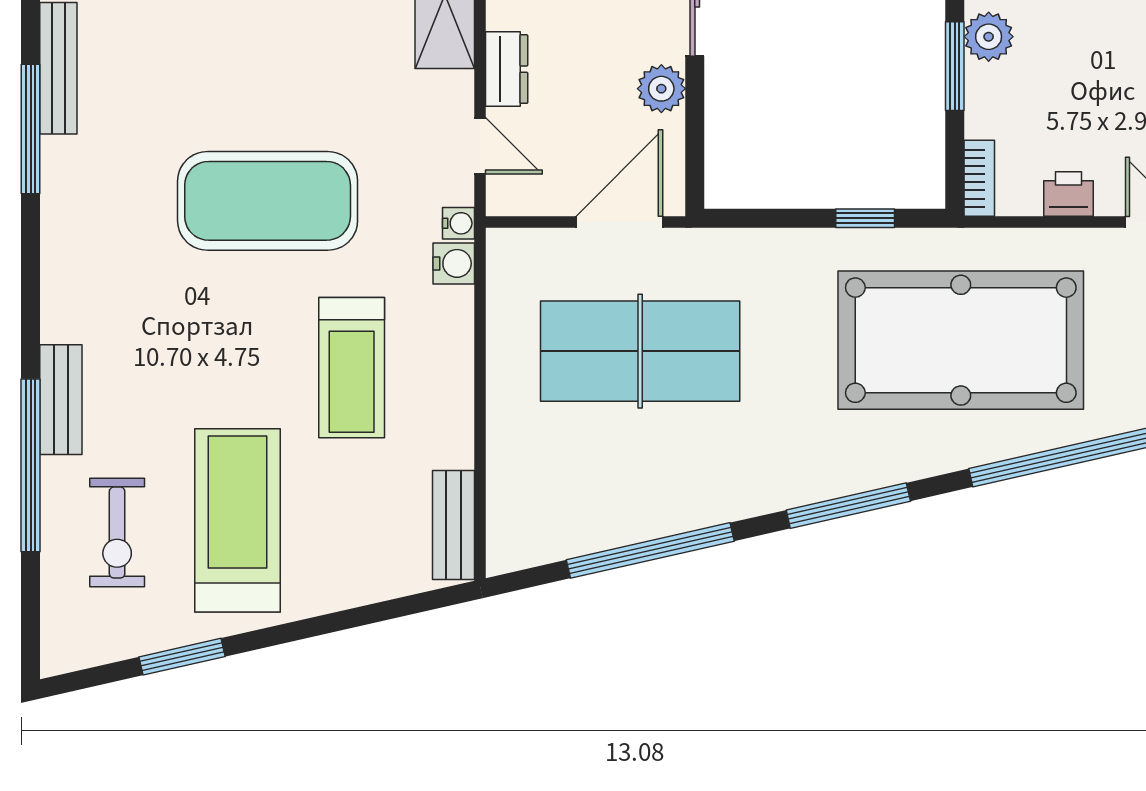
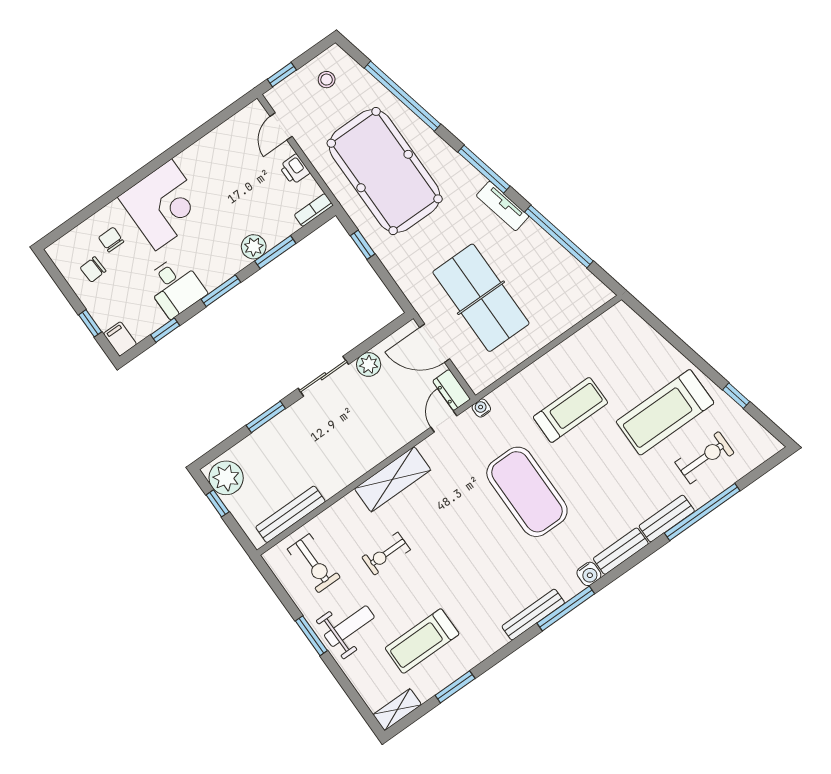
dresser: (507, 69) -> (451, 390), moved, turned -90
water cooler: (454, 263) -> (589, 574), moved, turned 180
tv unit: (766, 493) -> (503, 206), added
bench: (453, 525) -> (621, 551), moved
window: (182, 657) -> (736, 396), width x0.67

